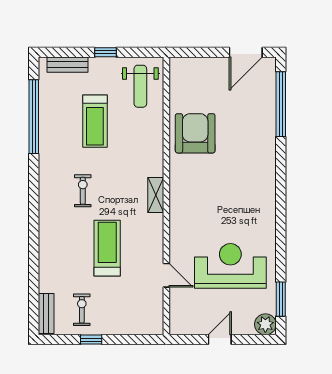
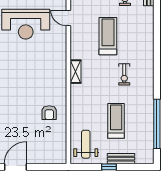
bench: (68, 65) -> (121, 159), moved
armchair: (195, 133) -> (49, 113), width x0.53, depth x0.53
treadmill: (107, 248) -> (108, 36), turned 180

